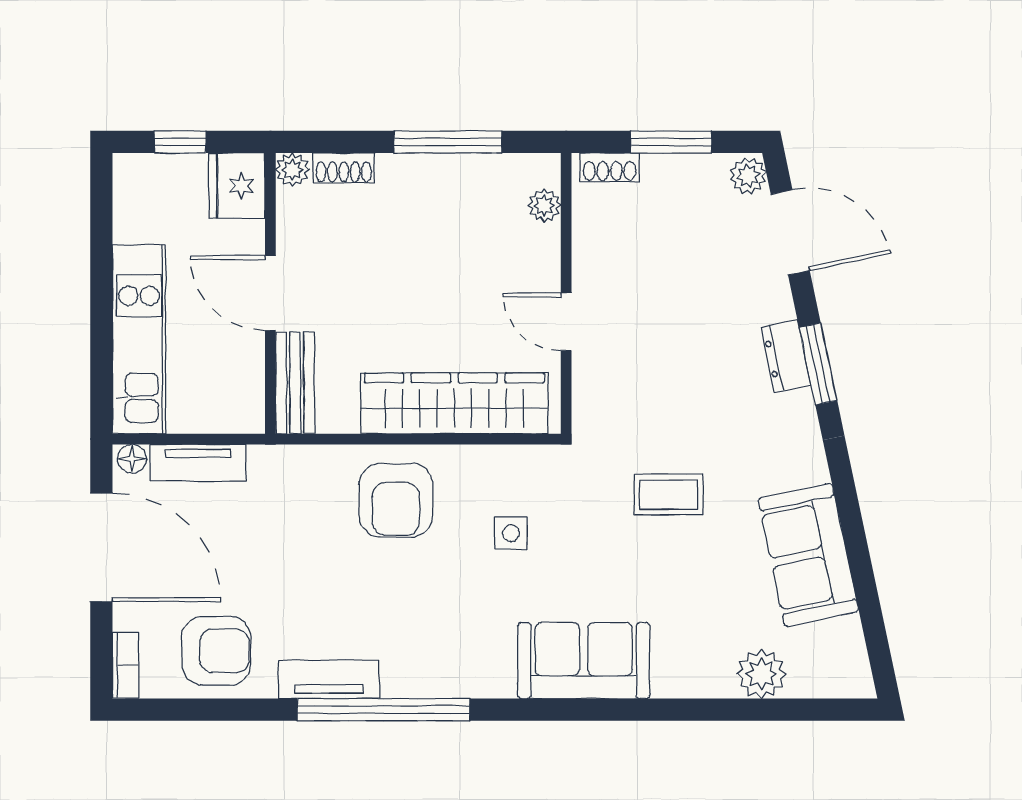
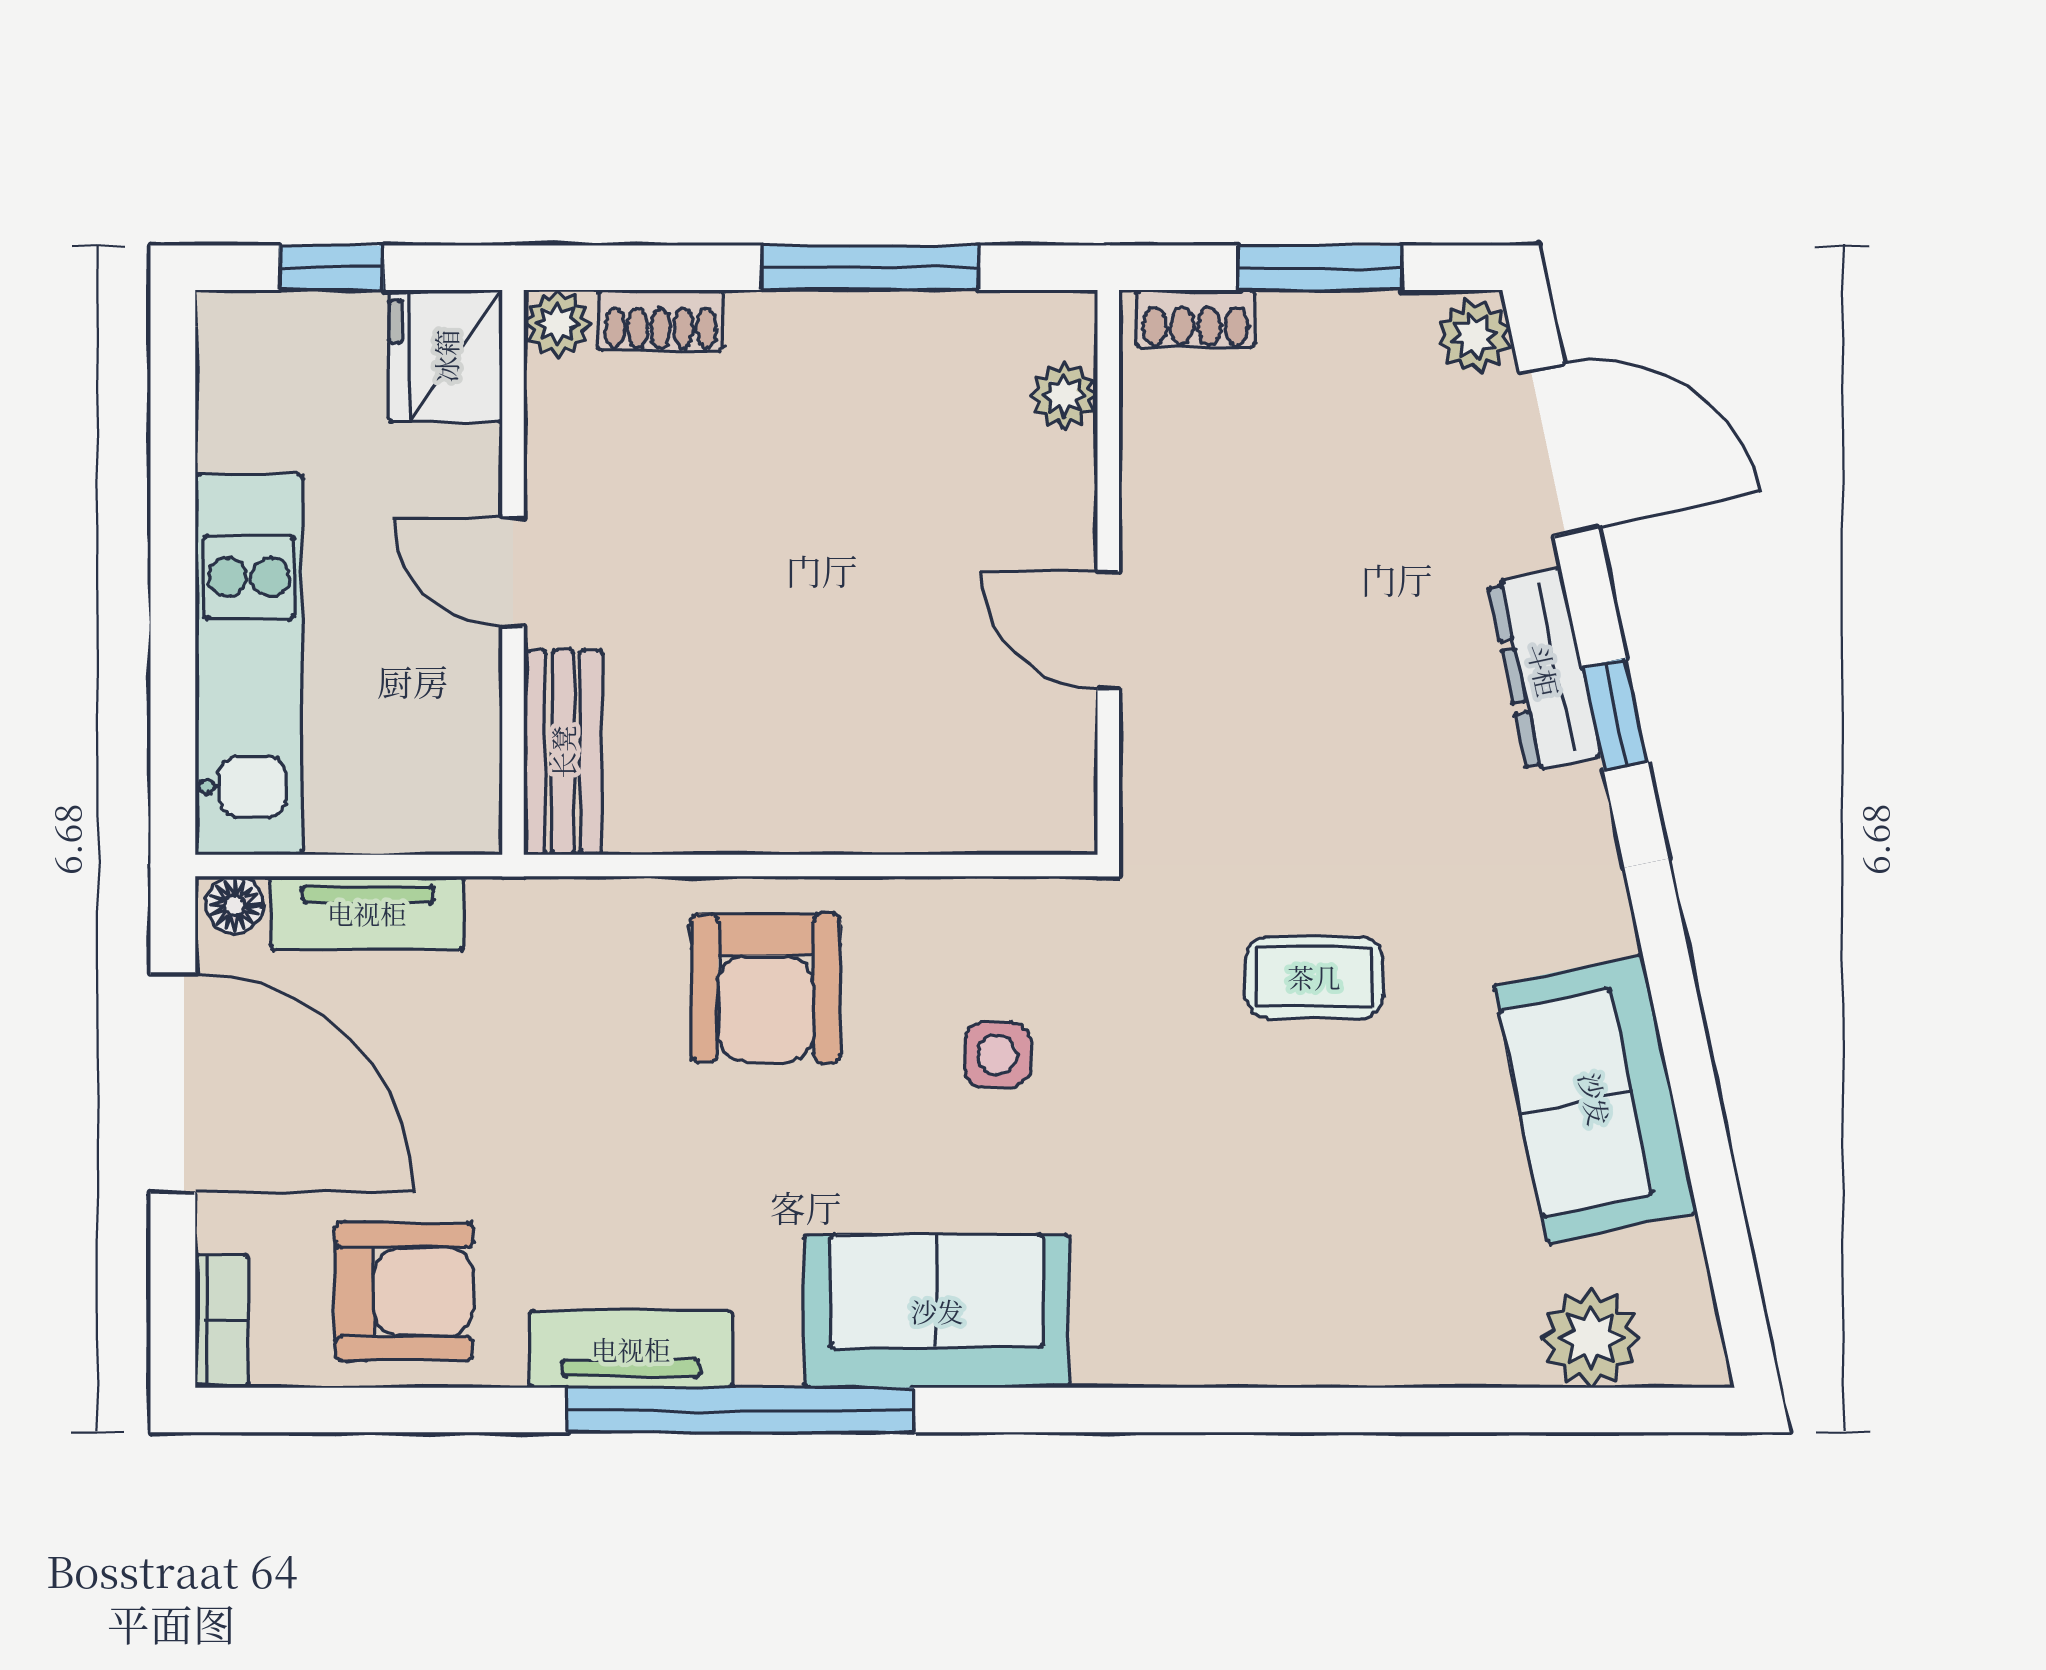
door: (270, 293) -> (513, 572), width x0.73
dresser: (786, 356) -> (1544, 670), width x1.44
window: (818, 364) -> (1615, 714), width x0.67
wardrobe: (454, 403) -> (883, 794), removed
sofa: (584, 661) -> (937, 1311), moved
plant: (761, 674) -> (1591, 1338), moved

